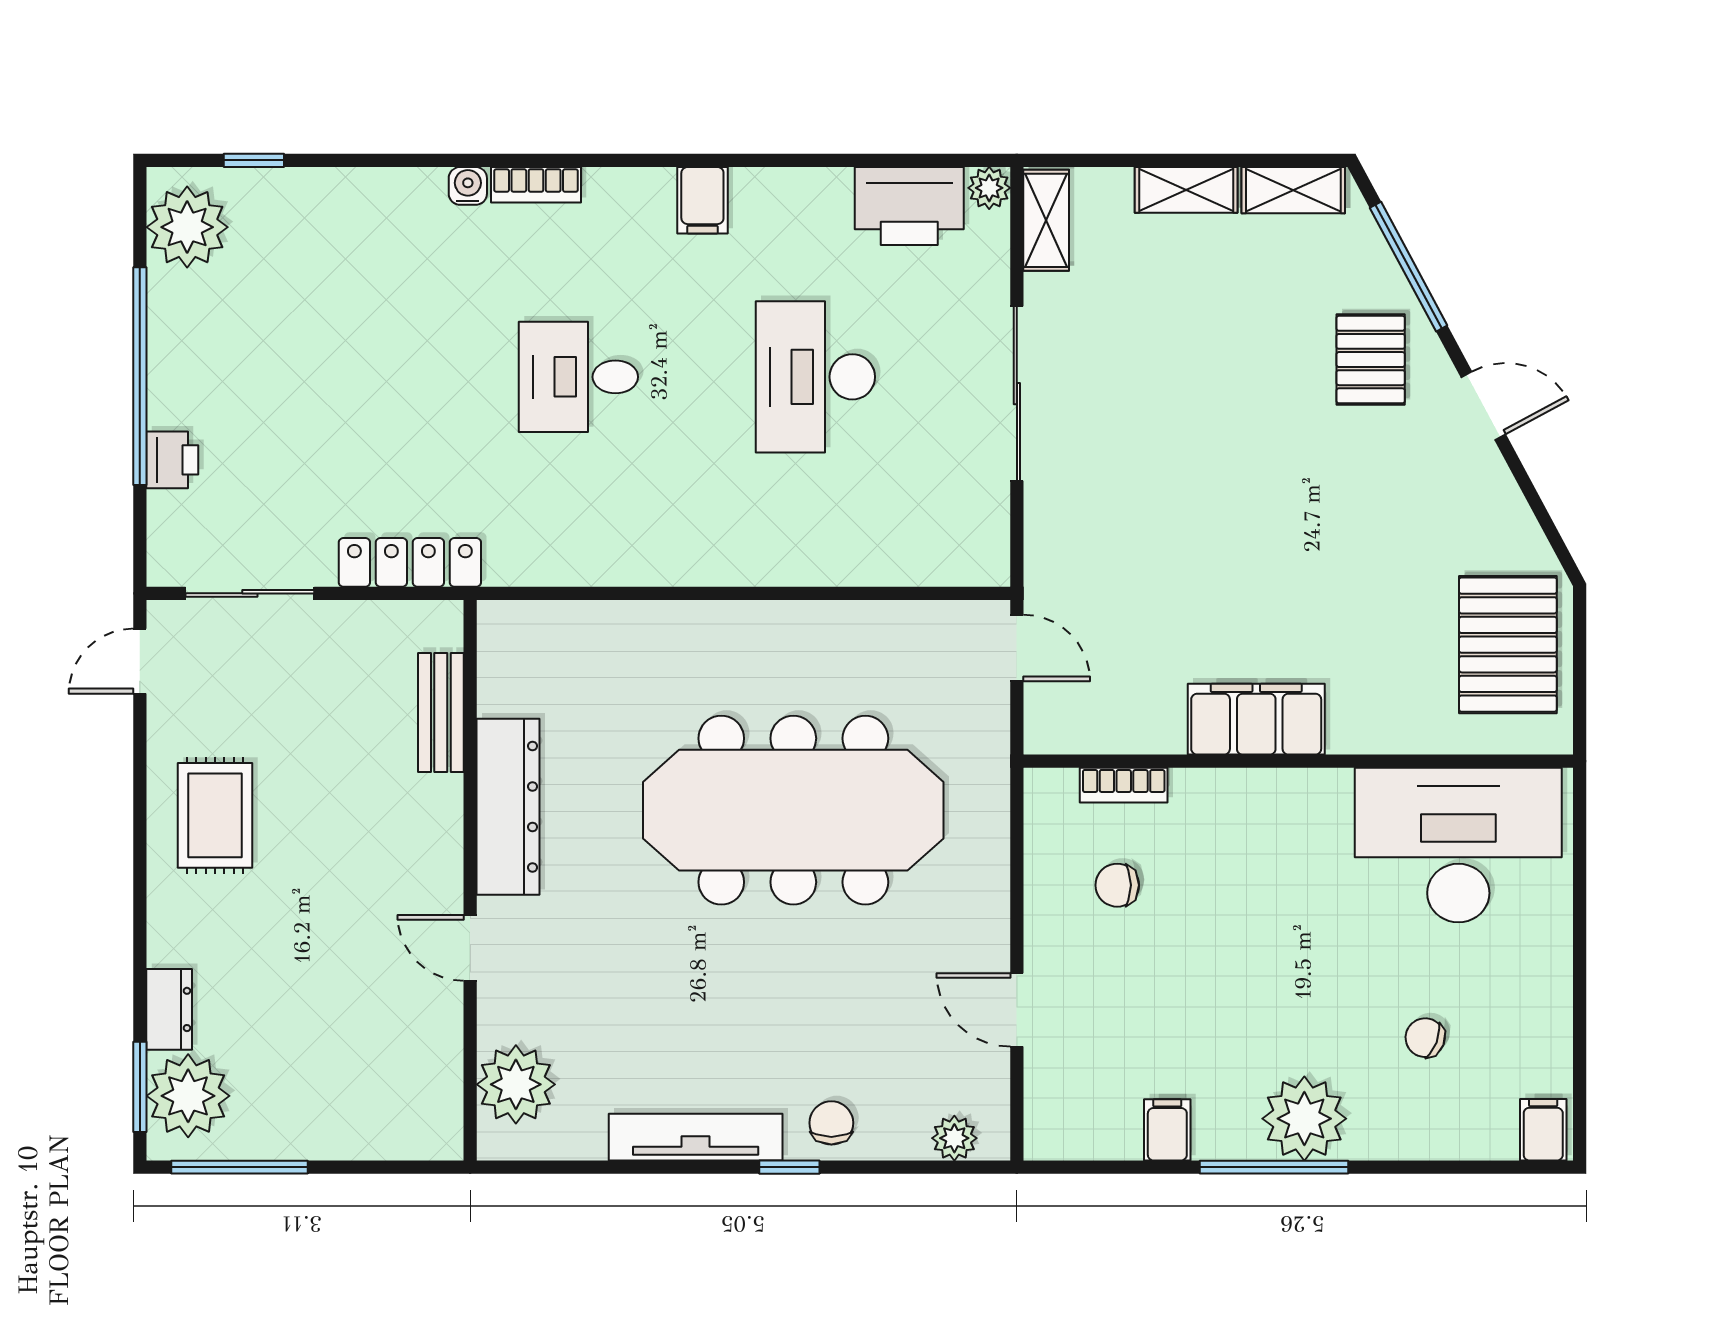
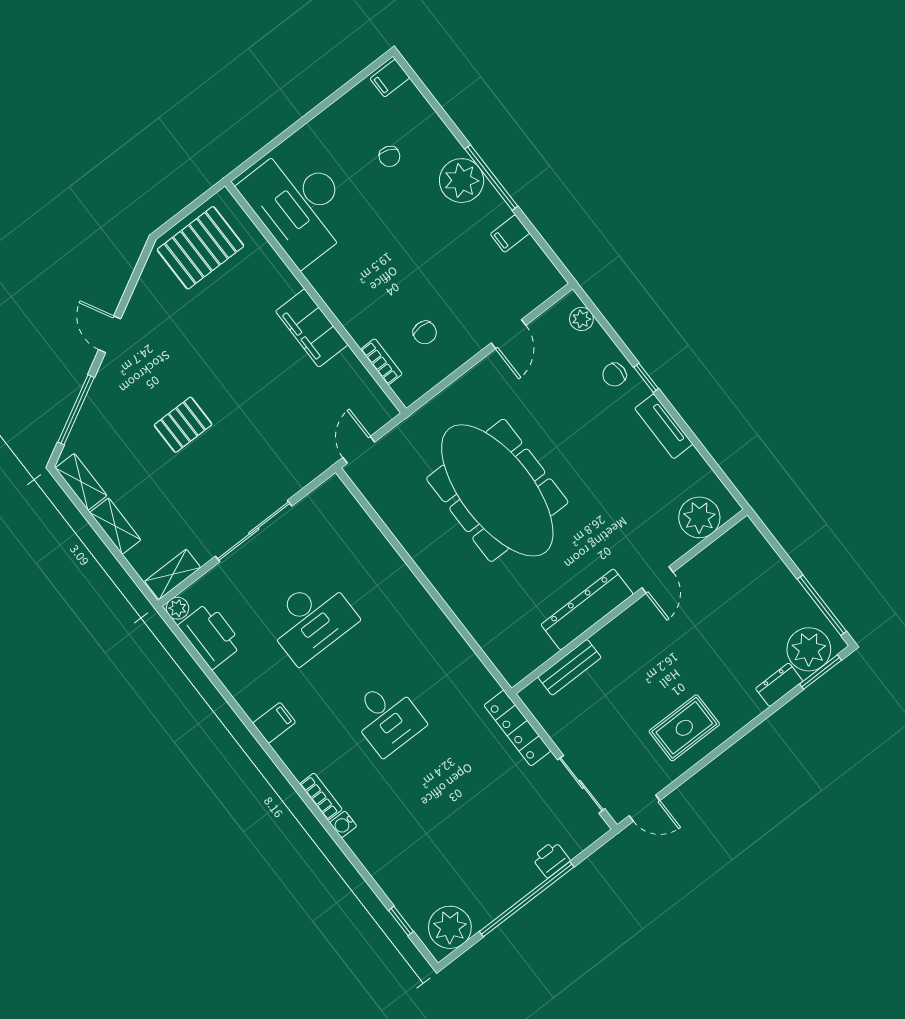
pallet: (1371, 360) -> (183, 425), moved
tv unit: (696, 1137) -> (664, 426), width x0.71

